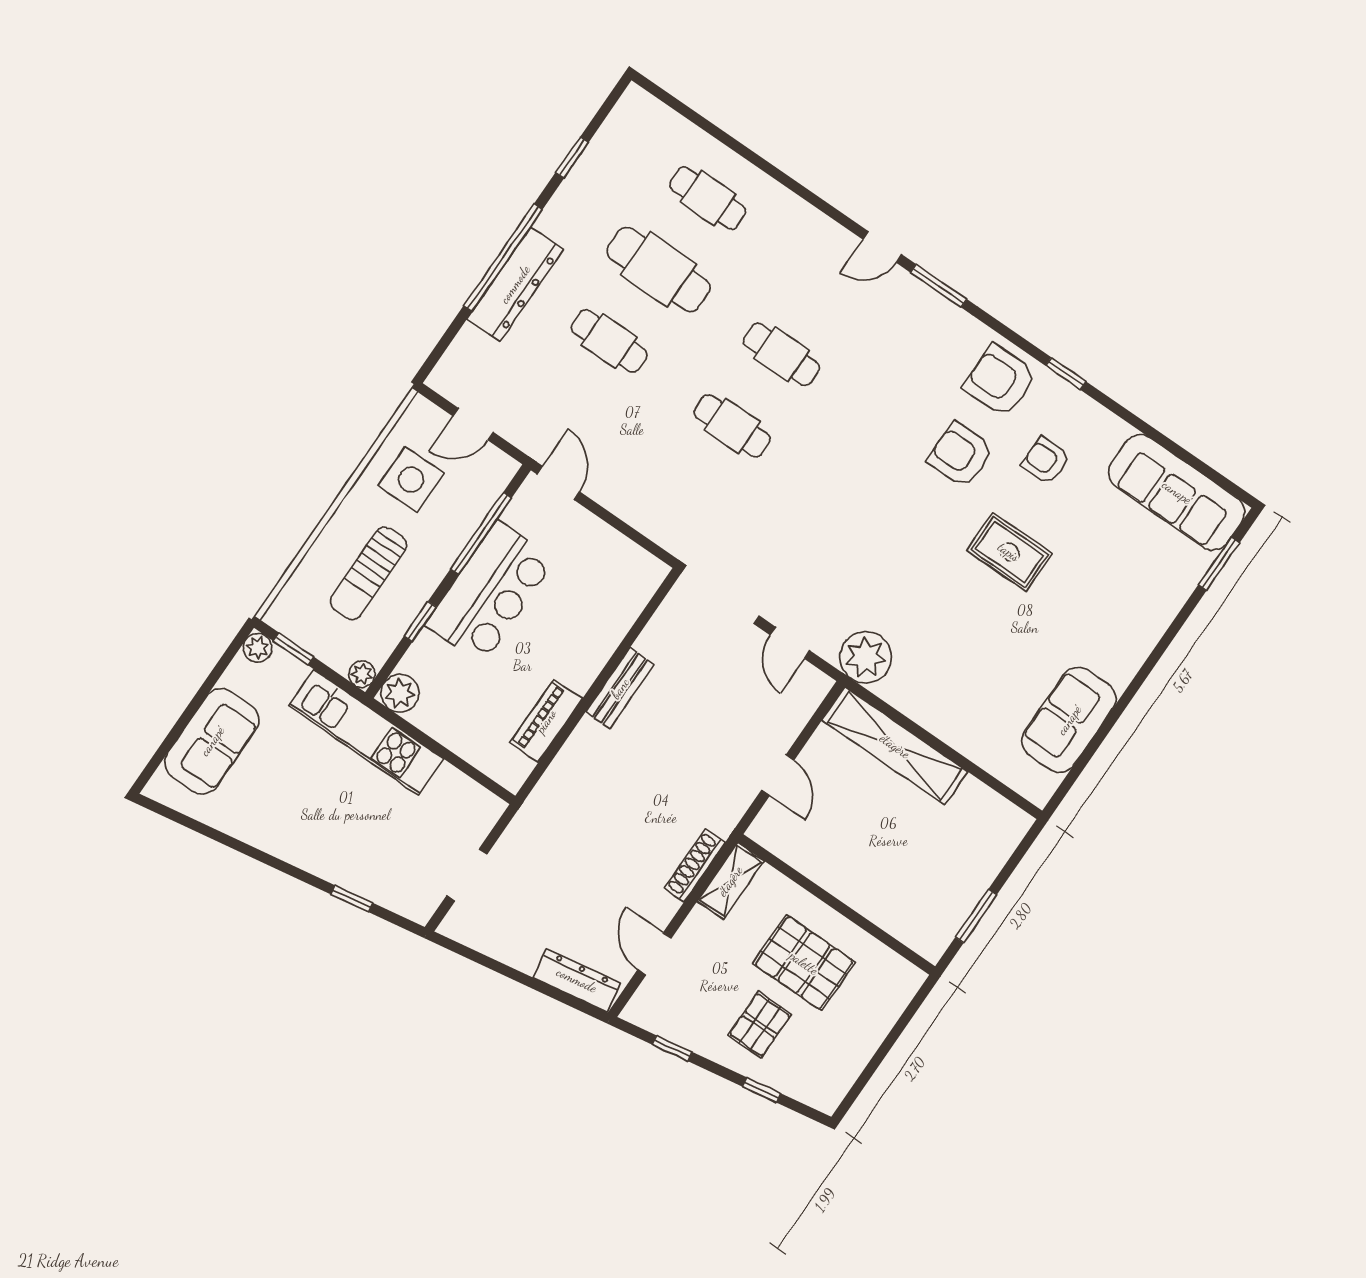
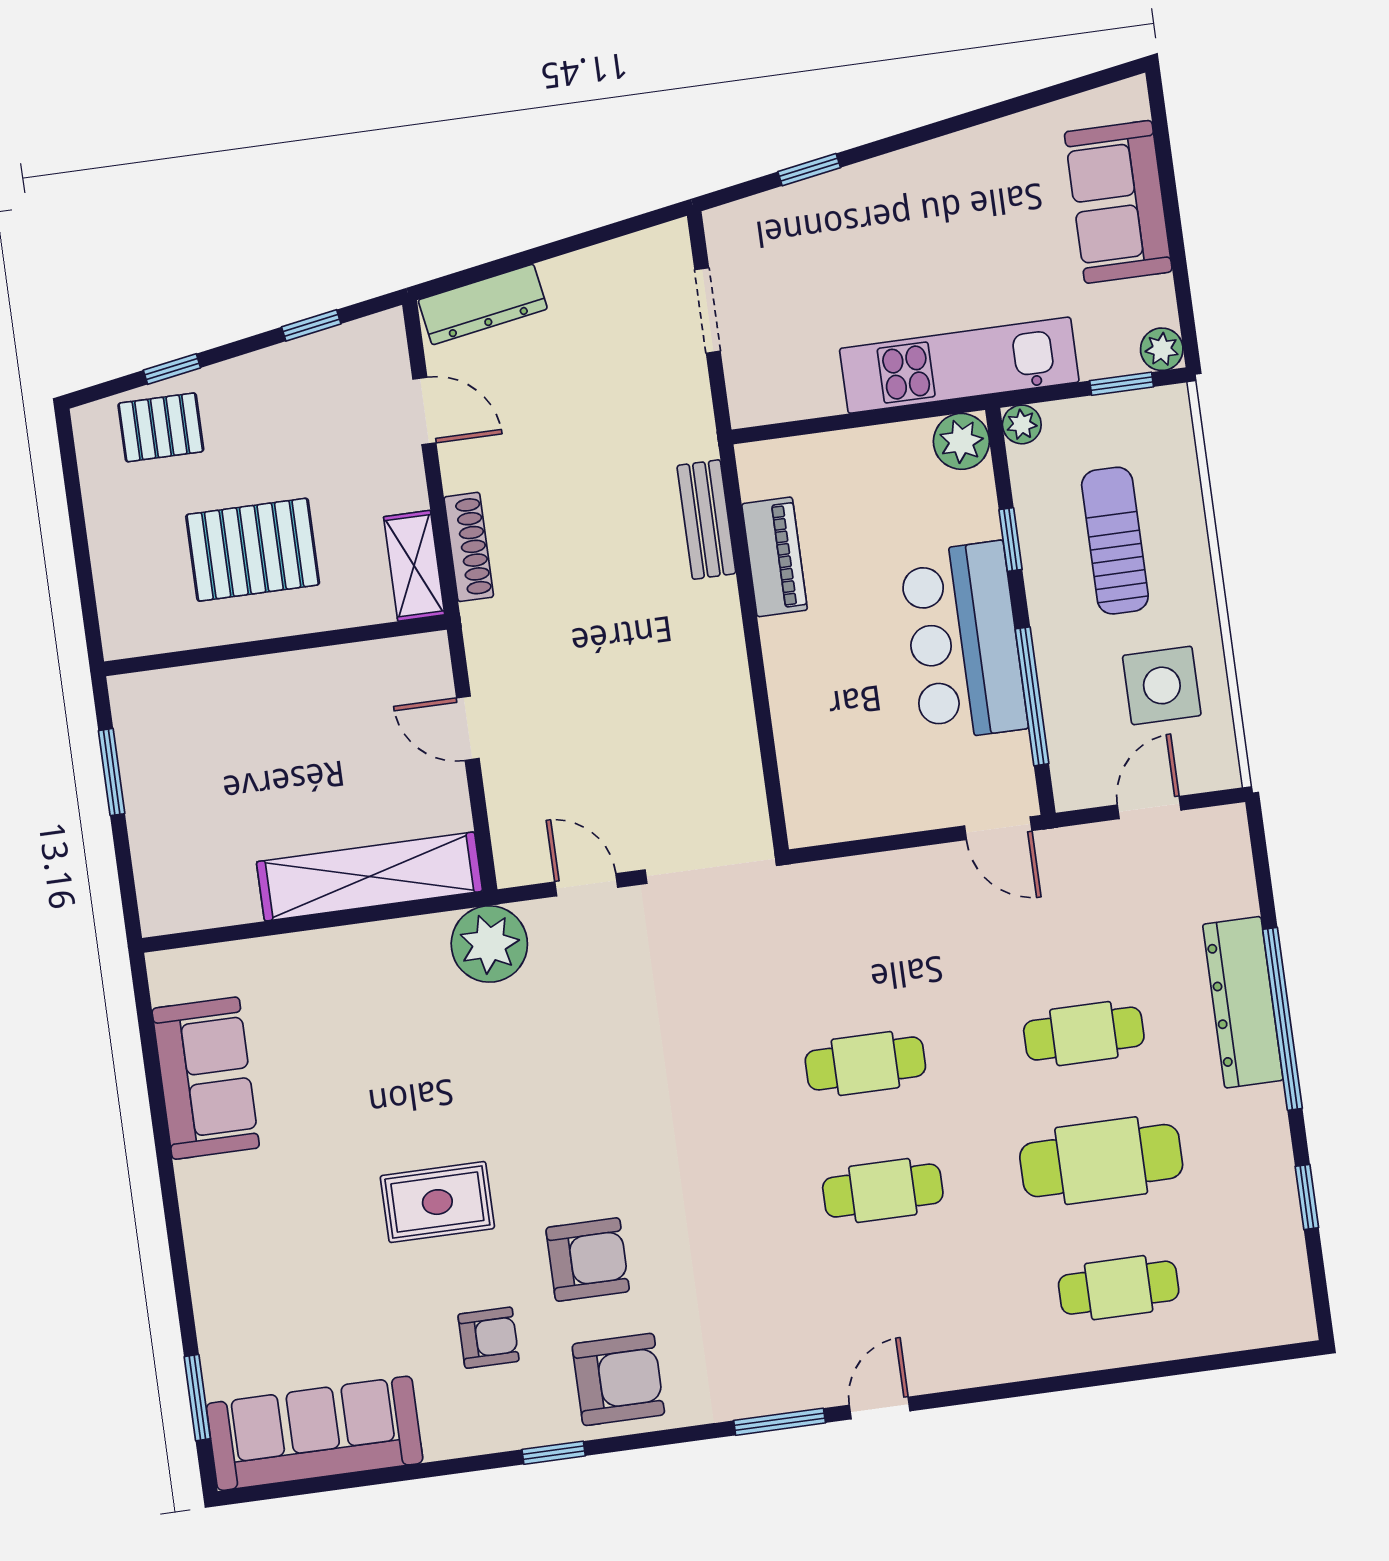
bench: (620, 688) -> (706, 520), moved
pallet: (760, 1025) -> (161, 427), moved, turned 90

